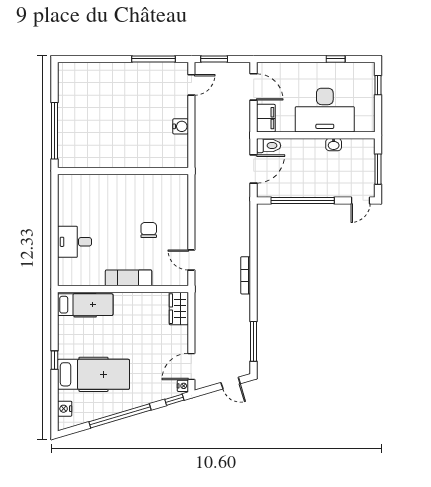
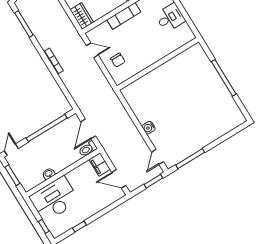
desk: (325, 110) -> (54, 199), moved
wall: (123, 171) -> (158, 64), moved
chair: (149, 230) -> (118, 60), moved

